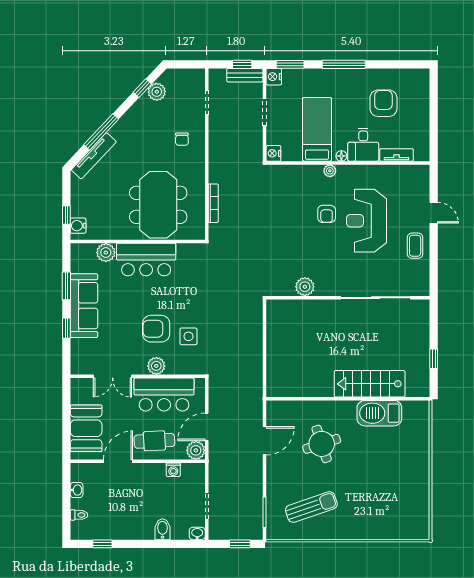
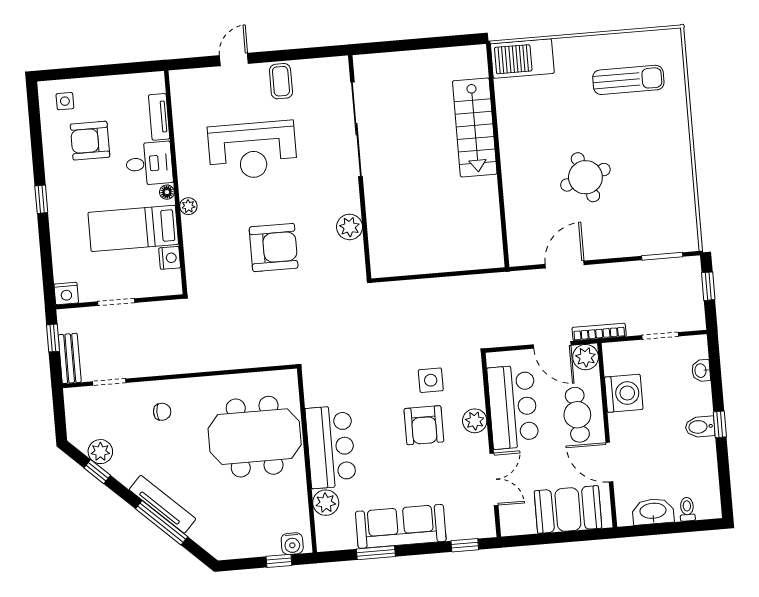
window: (290, 64) -> (48, 273), removed
window: (344, 64) -> (41, 199), width x0.46
bench: (245, 75) -> (70, 358), moved
side table: (414, 87) -> (65, 101), added
nightstand: (273, 153) -> (170, 258), moved, turned -90
tv unit: (94, 156) -> (162, 504), moved
bookcase: (213, 203) -> (599, 332), moved
armchair: (327, 214) -> (274, 248), moved, width x1.88, depth x1.88
coffee table: (415, 246) -> (281, 81), turned 90
window: (66, 328) -> (465, 545), moved
window: (434, 359) -> (433, 43), removed
barbecue: (379, 413) -> (522, 58), moved, turned 90
door: (264, 441) -> (565, 264), hinge flipped
round table: (322, 444) -> (585, 177), moved
washing machine: (173, 470) -> (624, 393), width x1.89, depth x1.89
washbasin: (77, 490) -> (653, 511), width x1.91, depth x1.45
sun lounger: (311, 507) -> (628, 80), moved, turned 109
bidet: (162, 529) -> (700, 427), moved
washbasin: (197, 533) -> (701, 371), moved
window: (102, 544) -> (720, 424), moved

